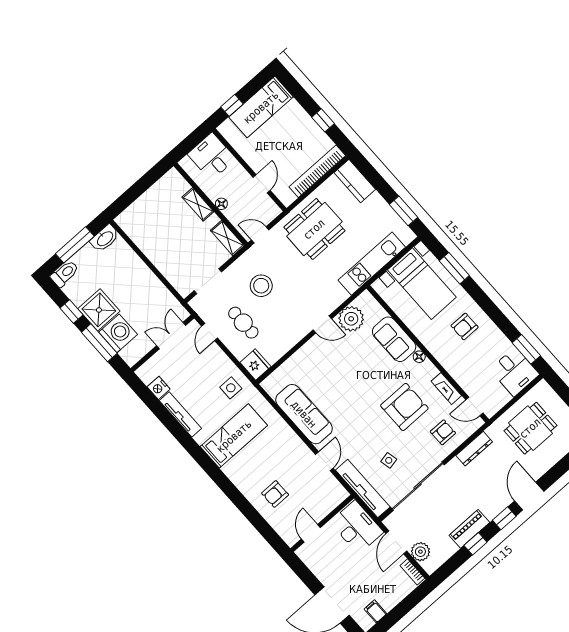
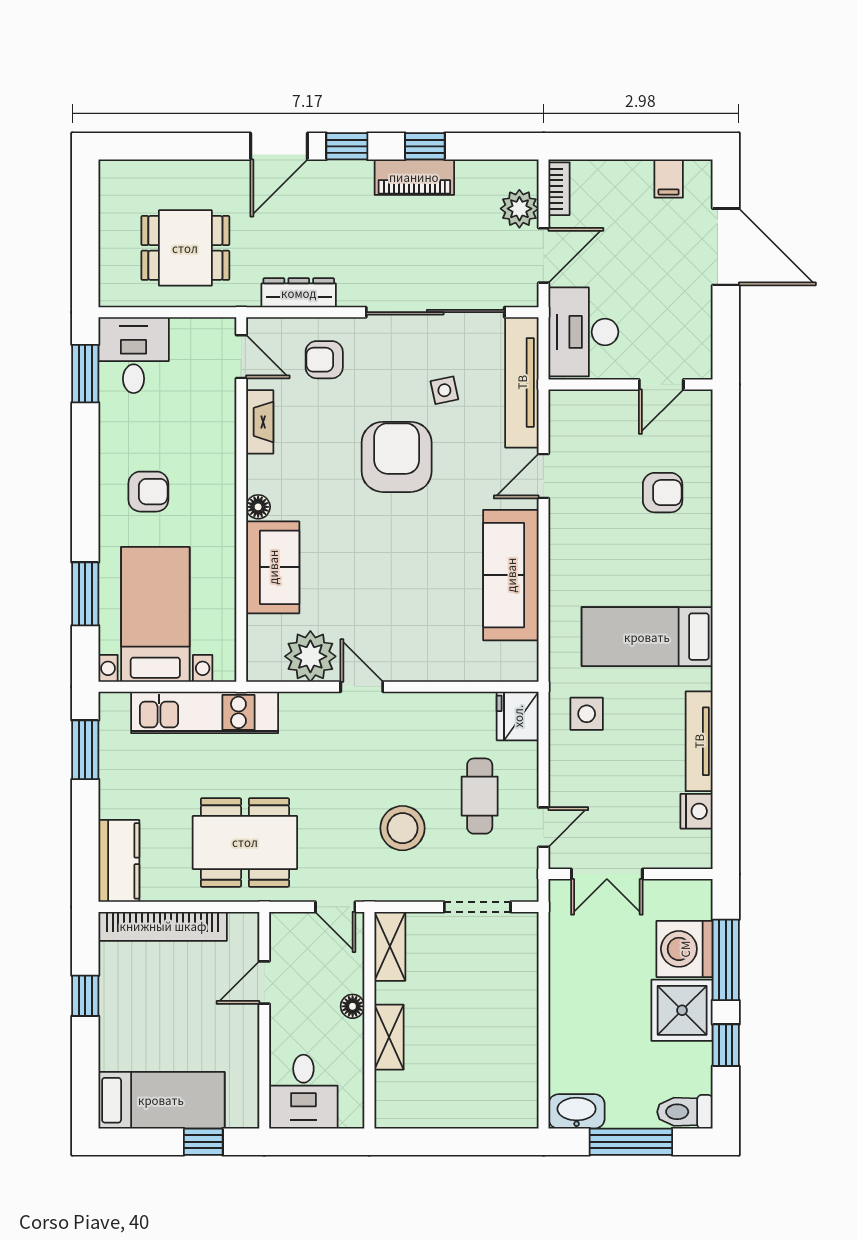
armchair: (404, 407) -> (397, 457), moved, turned 90

